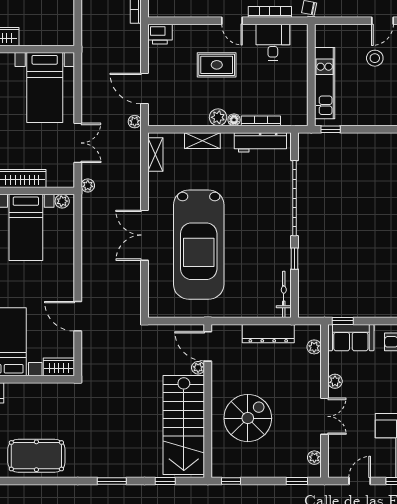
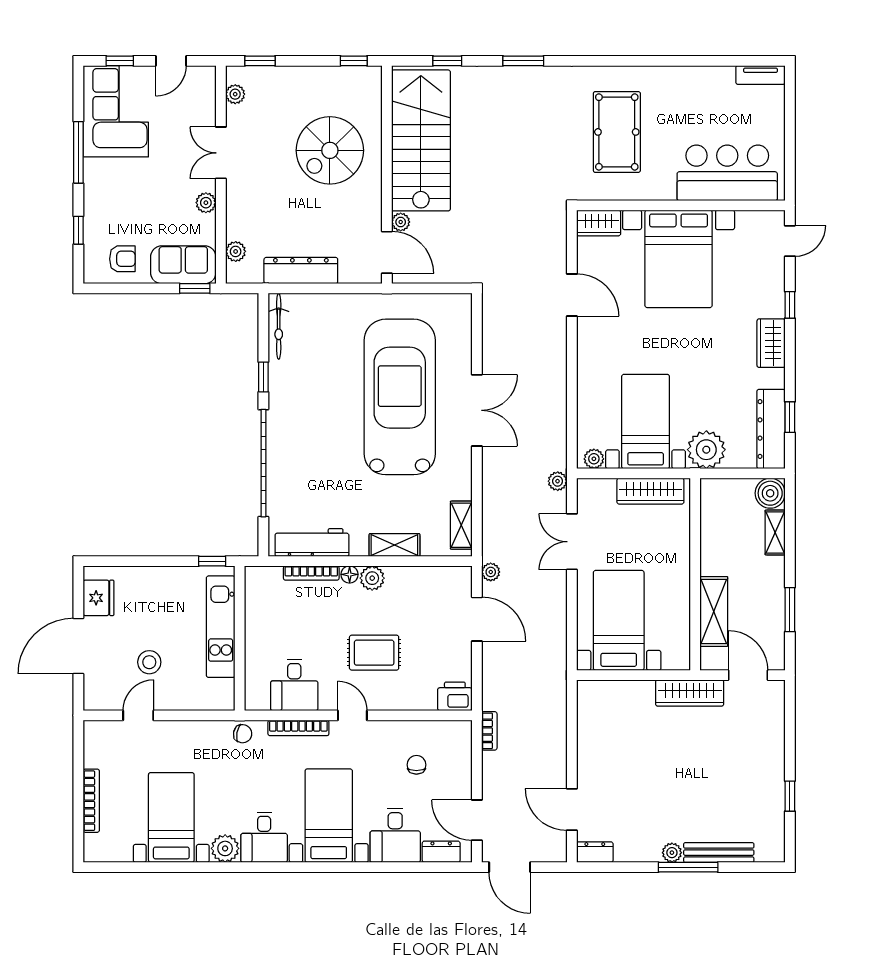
pool table: (36, 456) -> (617, 132), moved, turned 90

